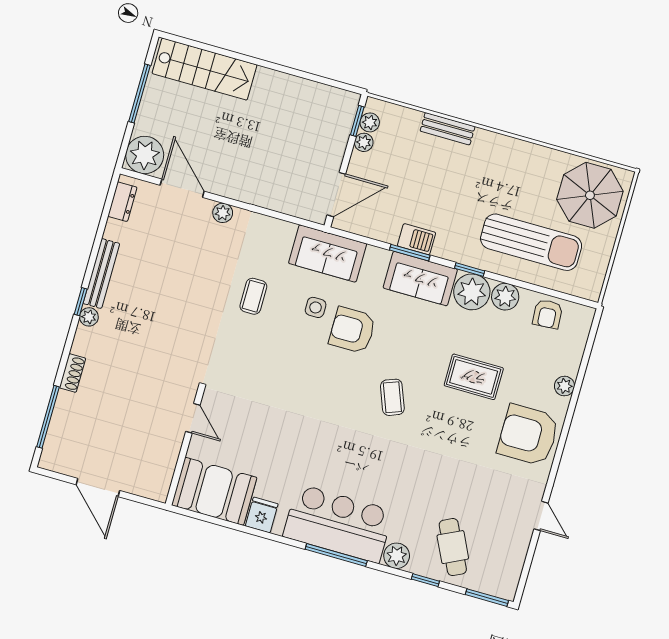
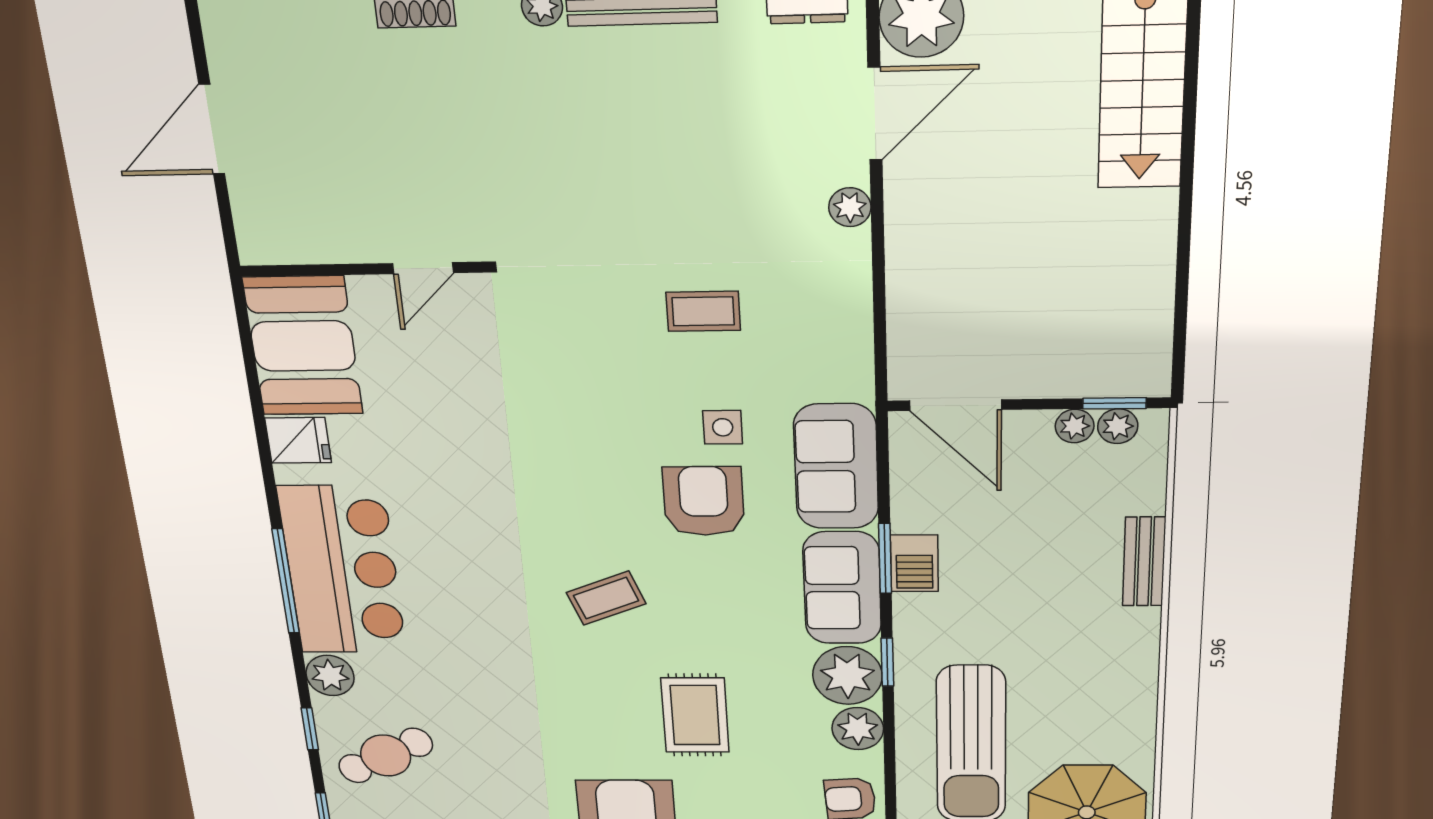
sofa: (328, 253) -> (836, 467), moved

